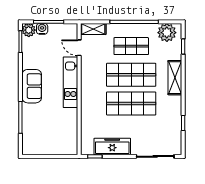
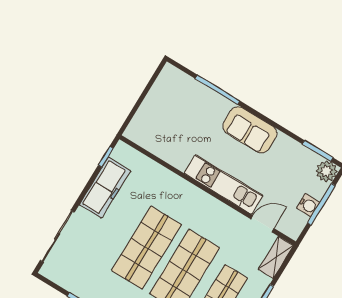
water cooler: (42, 29) -> (308, 205), moved

